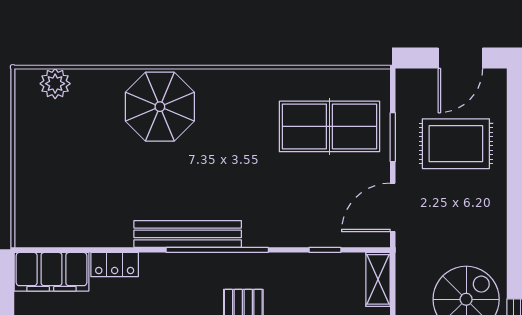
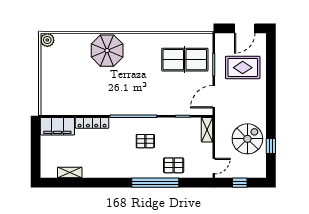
plant: (55, 84) -> (47, 40), moved
bench: (188, 234) -> (120, 109), removed
locker: (115, 264) -> (92, 123), width x1.53

